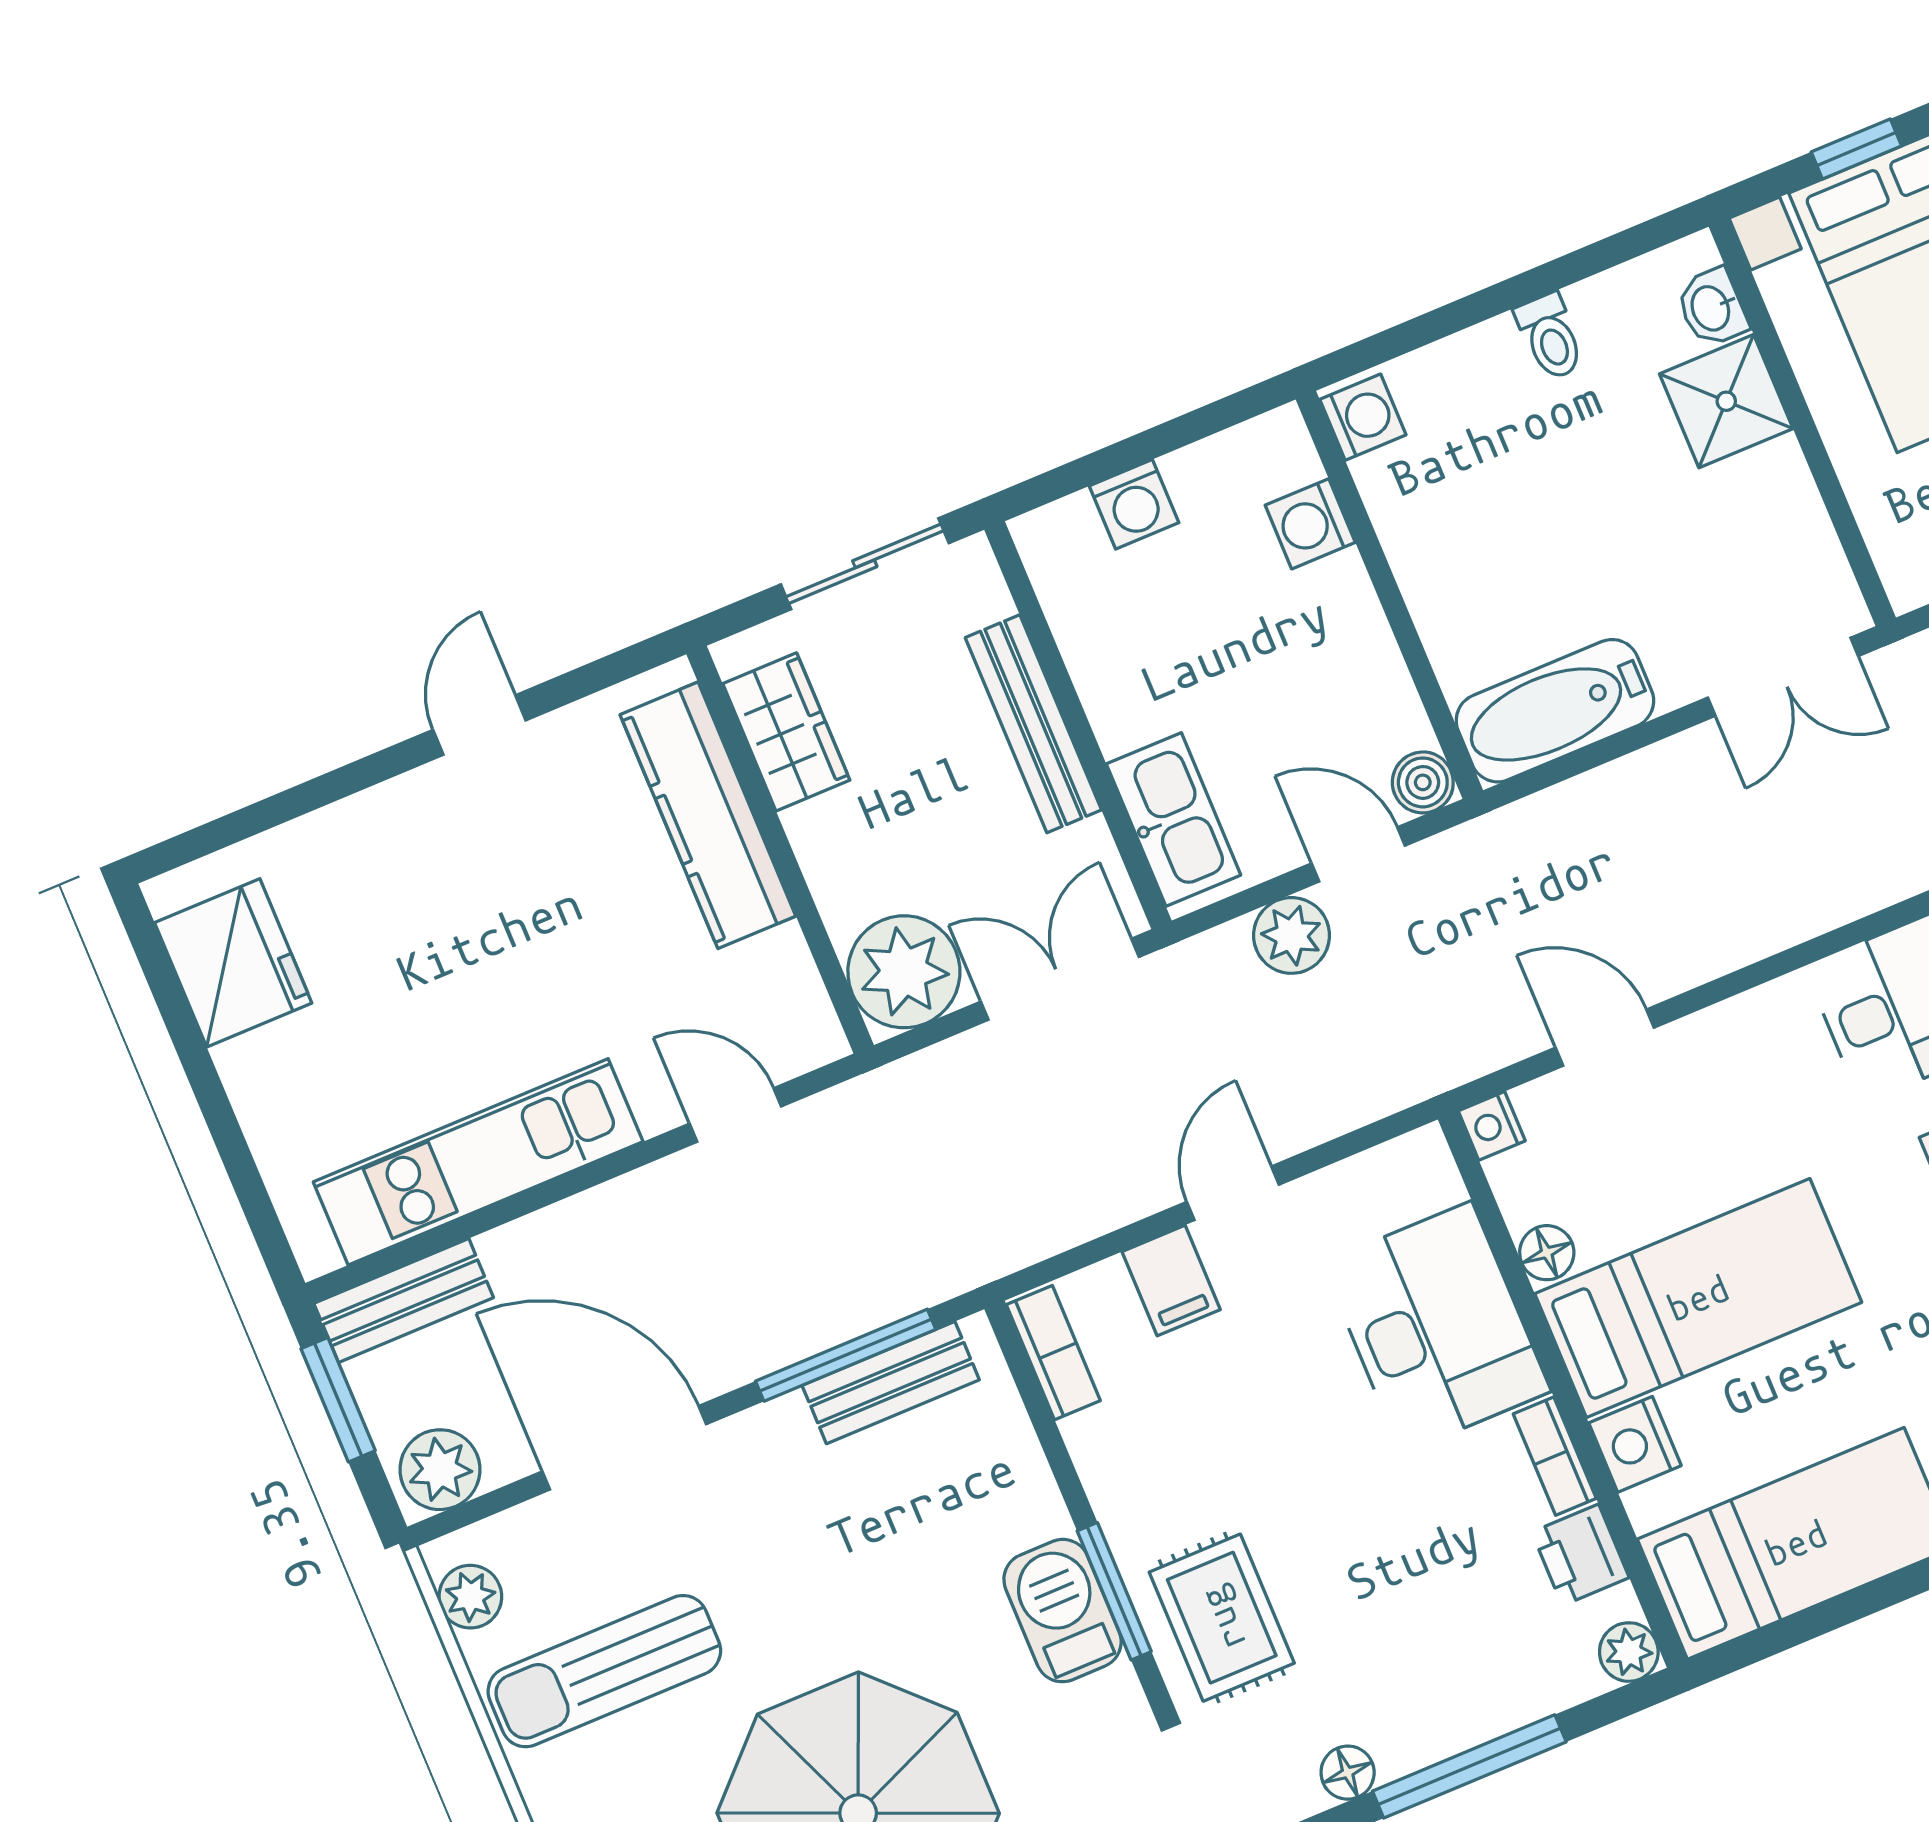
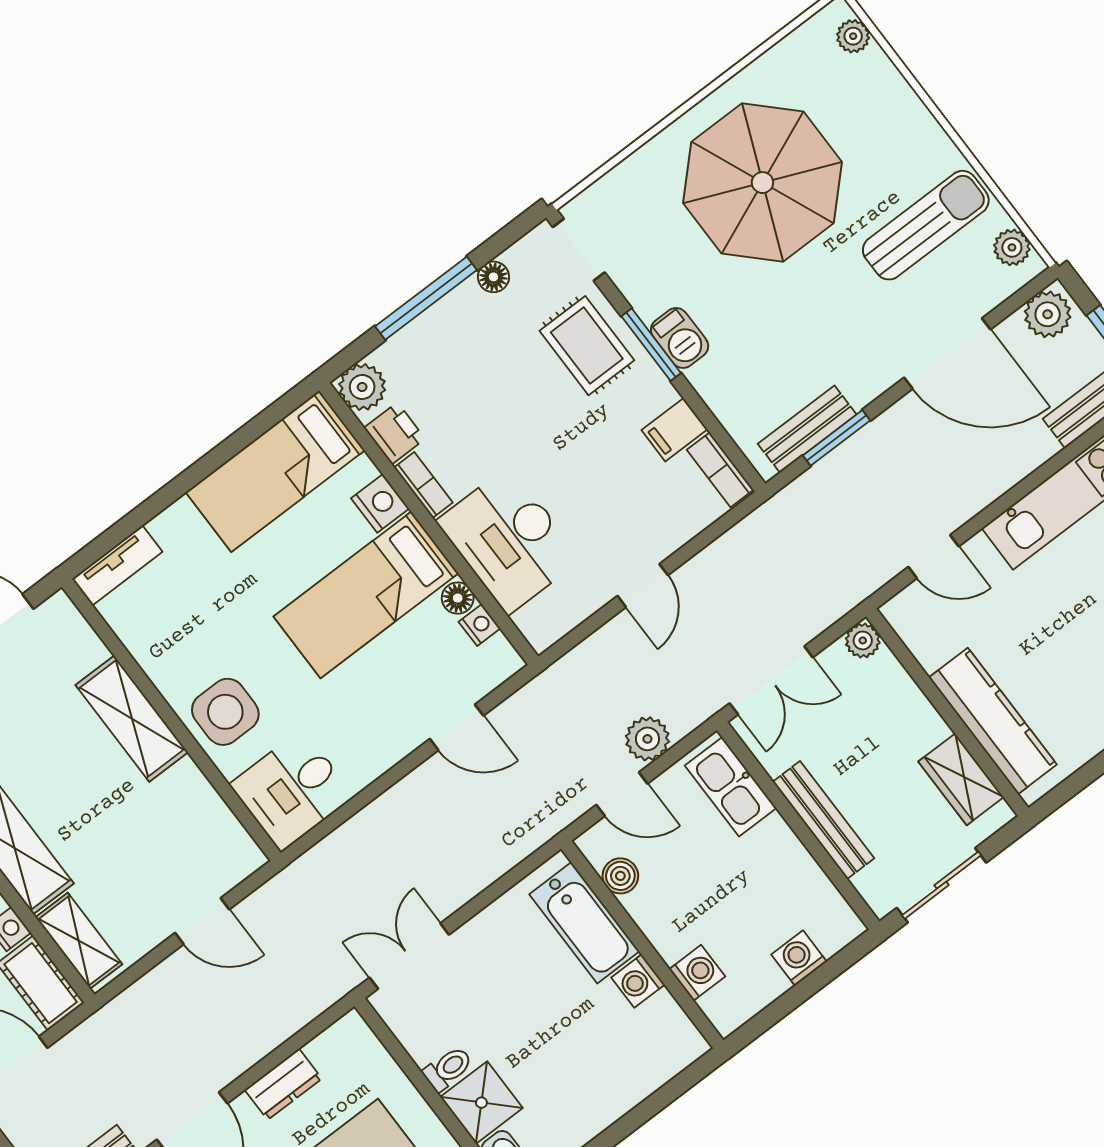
toilet: (1550, 337) -> (448, 1069), moved, turned 90
washing machine: (1363, 417) -> (638, 981), moved
bathtub: (1555, 711) -> (584, 923), moved, turned 90
boiler: (1423, 782) -> (620, 876), moved
plant: (904, 972) -> (863, 640), width x0.53, depth x0.53
nightstand: (1492, 1126) -> (480, 625), moved
filing cabinet: (1171, 1281) -> (675, 430), moved, turned -90
window: (846, 1355) -> (836, 438), width x0.69
barbecue: (1063, 1611) -> (680, 338), width x0.73, depth x0.79
plant: (1629, 1652) -> (362, 387), width x1.38, depth x1.38

